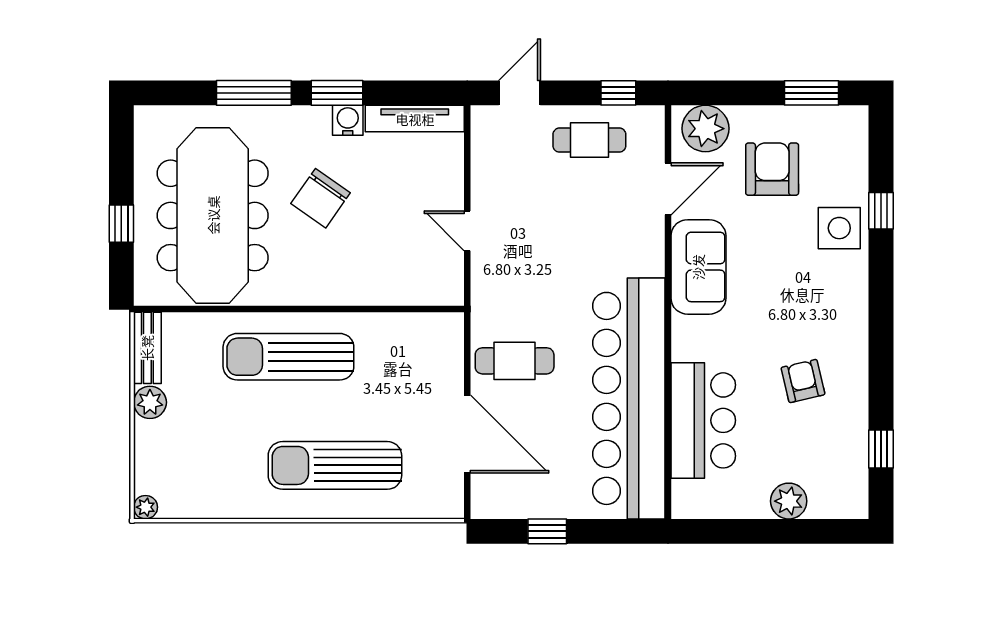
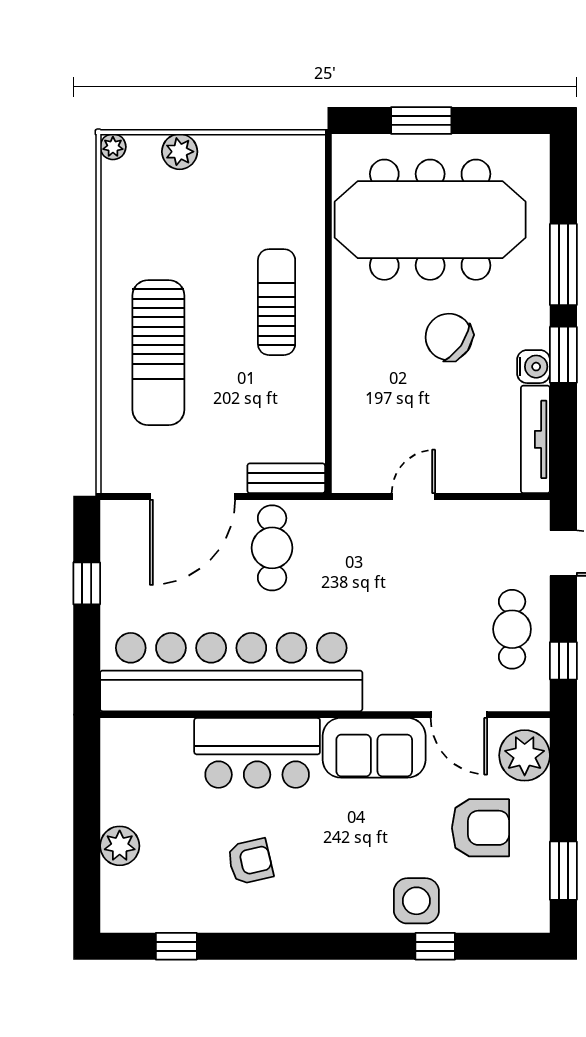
window: (121, 224) -> (421, 120), width x1.50
bench: (147, 348) -> (286, 478), moved
sun lounger: (288, 357) -> (277, 302), width x0.73, depth x0.75
plant: (150, 402) -> (180, 152), moved
bar counter: (703, 420) -> (257, 753), moved
sun lounger: (335, 465) -> (158, 353), turned 180

